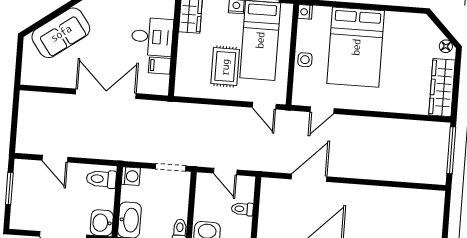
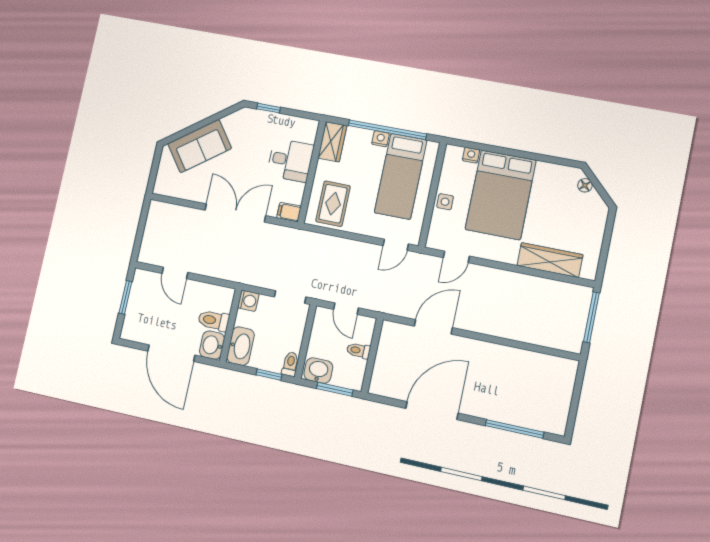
nightstand: (305, 12) -> (471, 155), moved, turned 90
floor lamp: (446, 46) -> (585, 185), moved
filing cabinet: (160, 66) -> (289, 212), moved
rug: (225, 67) -> (333, 204), moved
wardrobe: (442, 88) -> (550, 260), moved, turned 90
door: (264, 106) -> (396, 245), hinge flipped
toilet: (101, 179) -> (214, 320), moved

